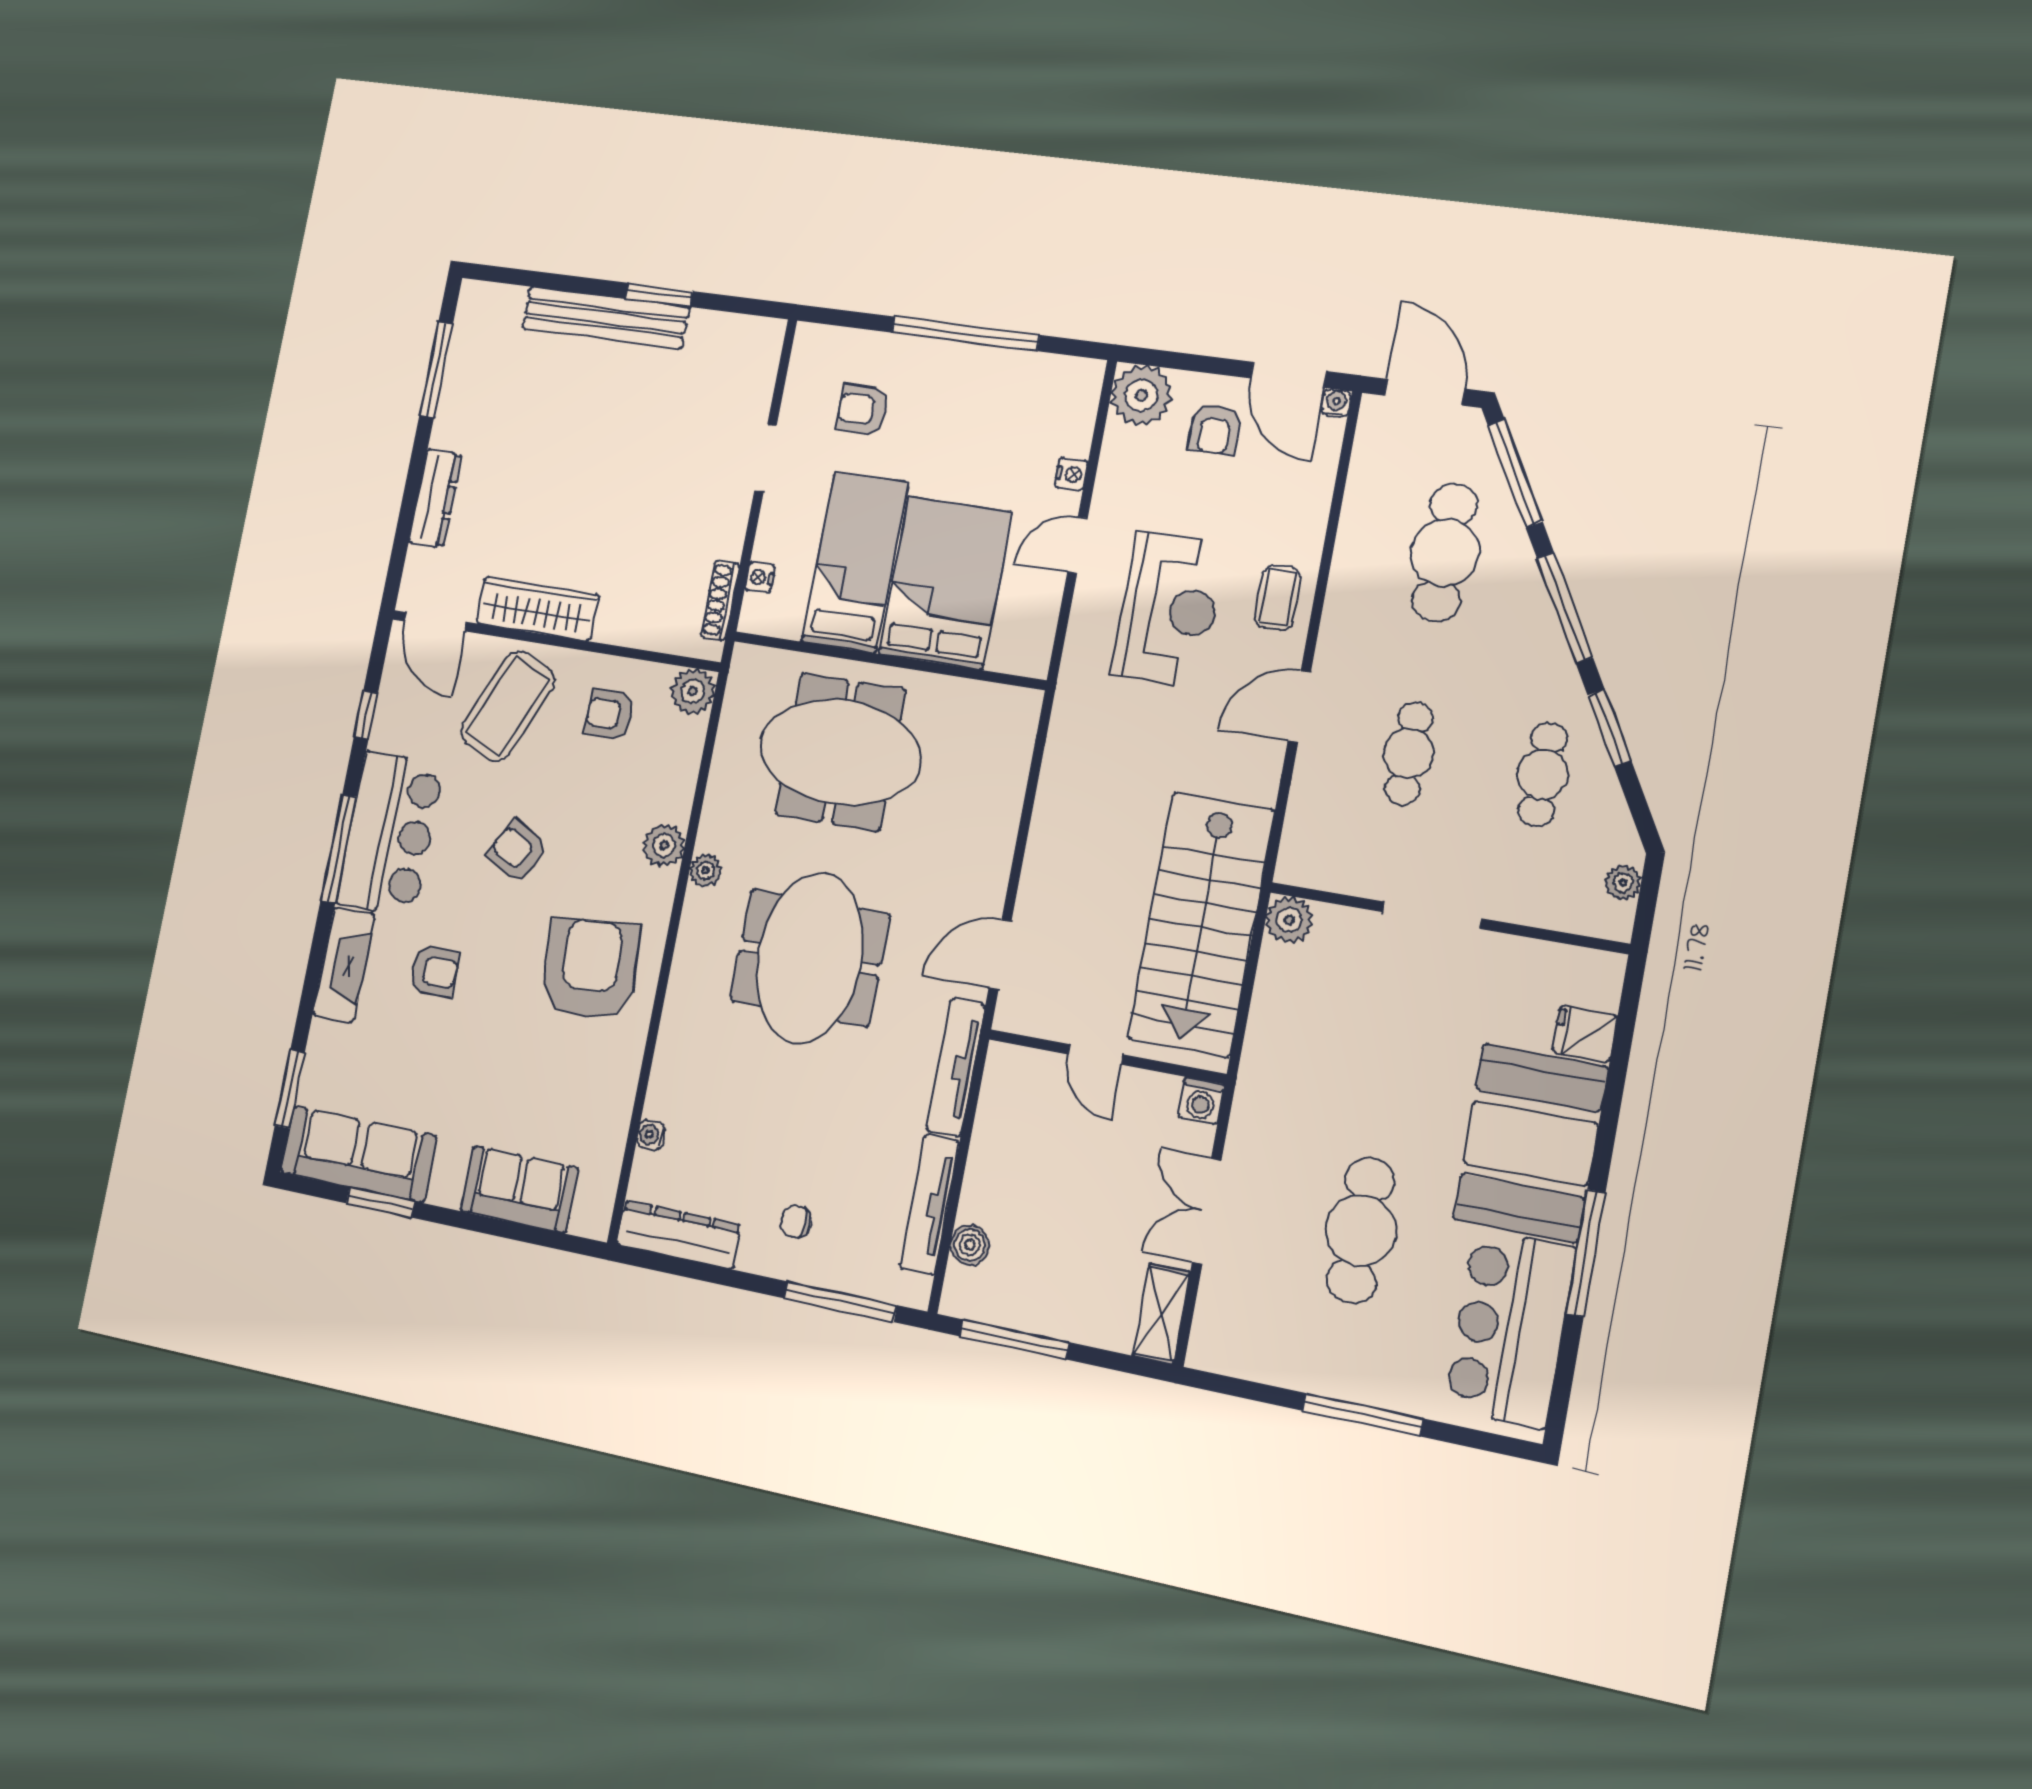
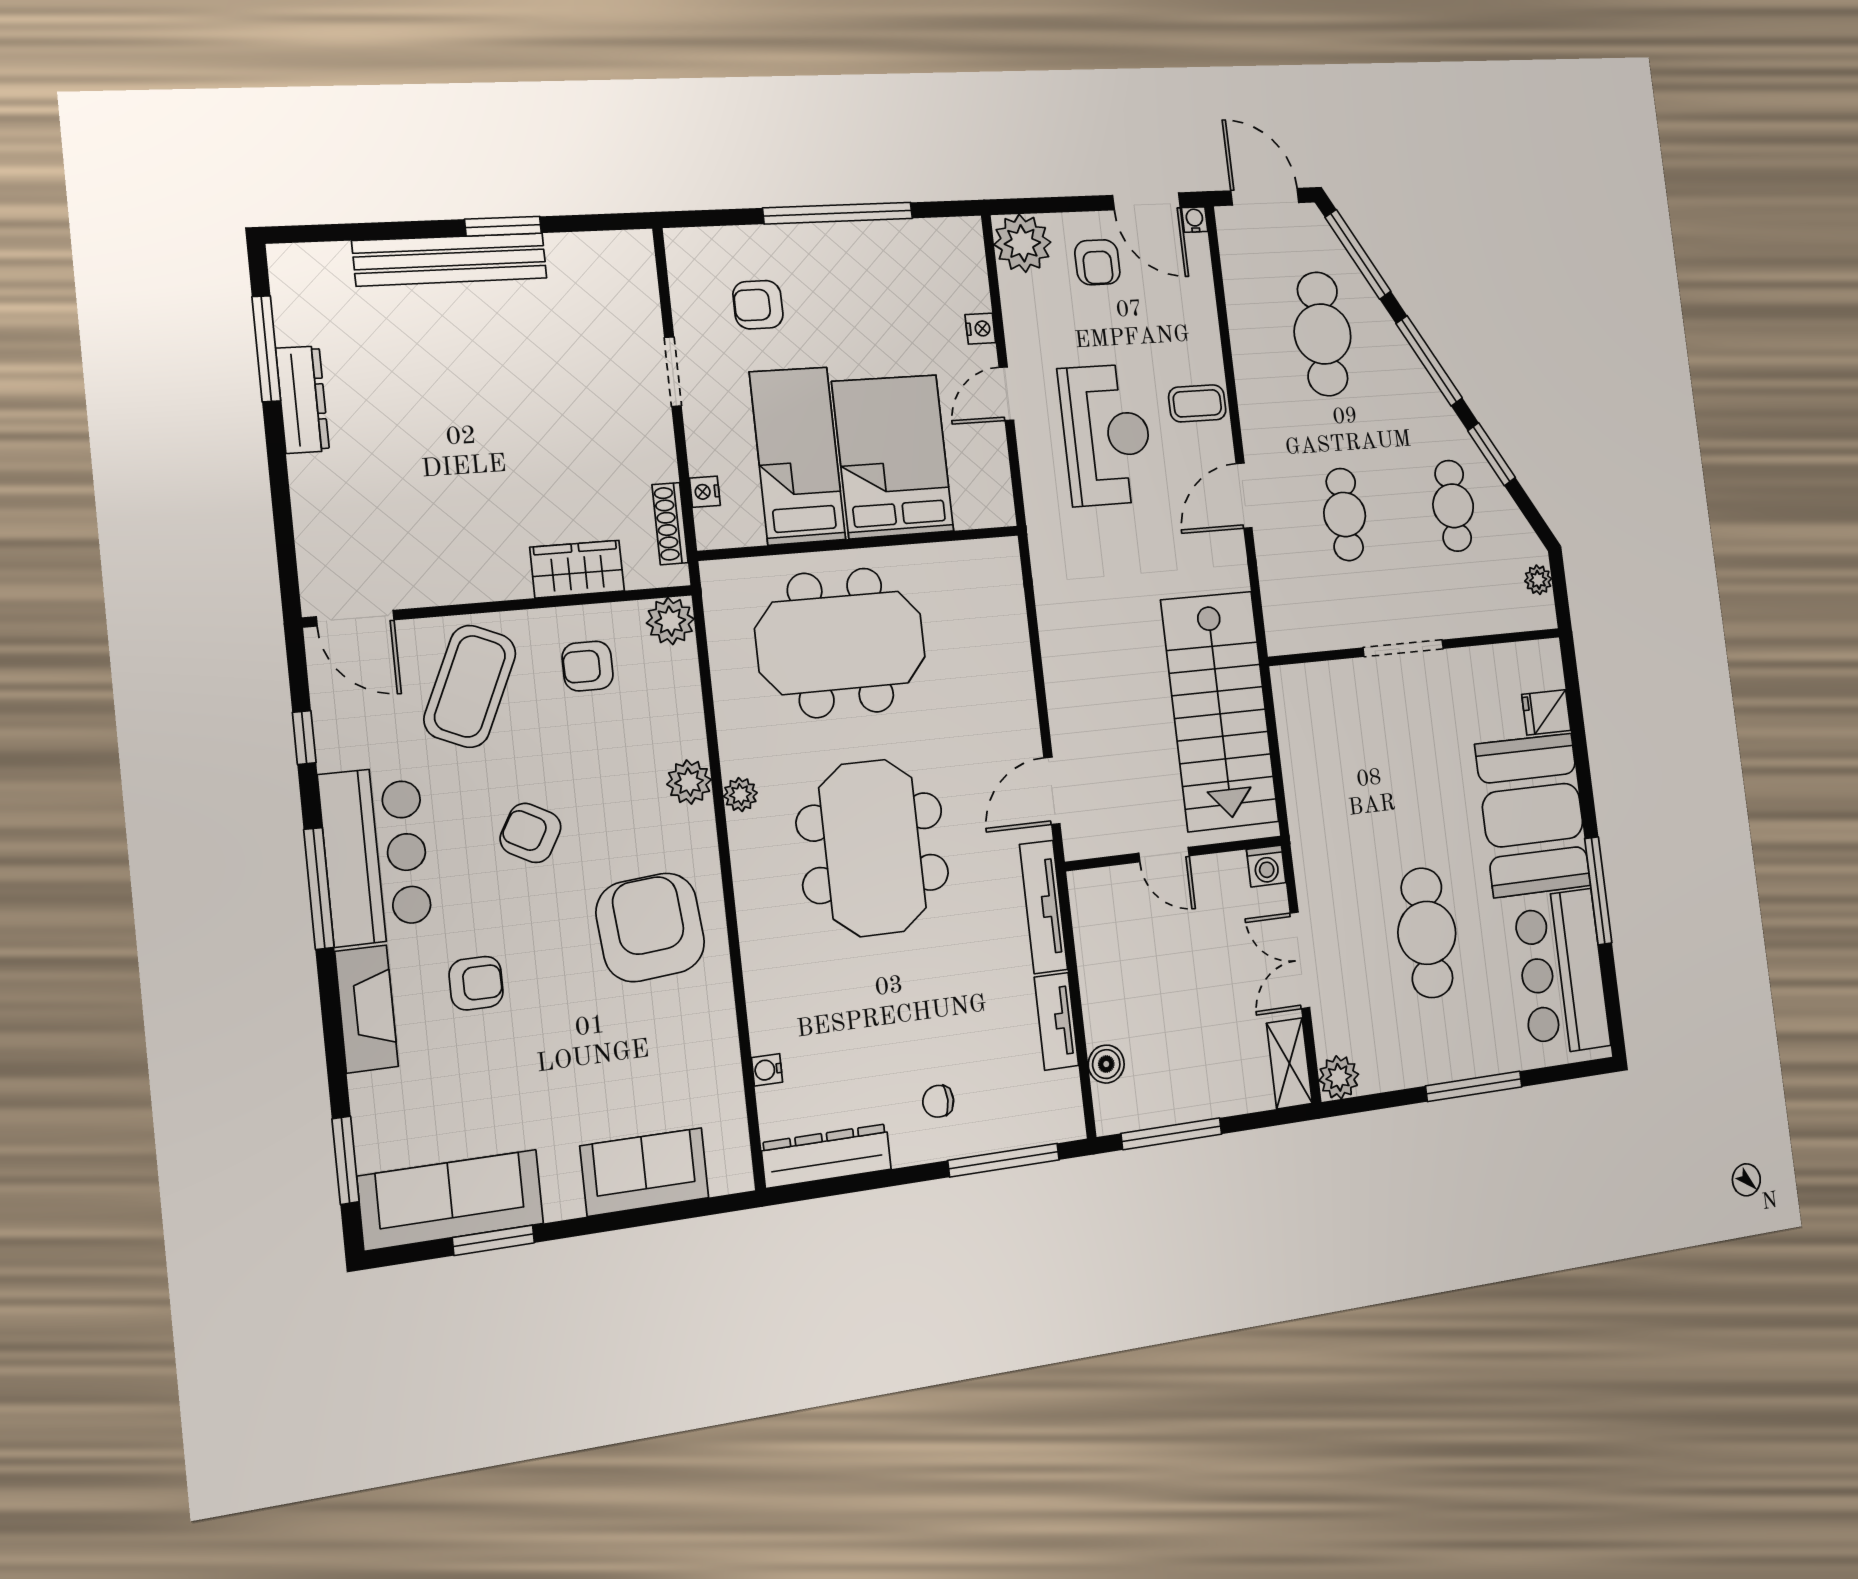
dresser: (435, 498) -> (303, 400), moved
coffee table: (1278, 598) -> (1197, 403), turned 90
wardrobe: (537, 609) -> (577, 569), moved, width x0.67
plant: (1289, 920) -> (1339, 1077), moved
tv unit: (930, 1205) -> (1056, 1021), width x0.71

